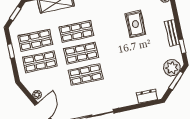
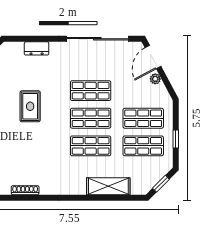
rug: (135, 24) -> (30, 106), moved
dresser: (147, 96) -> (37, 48), moved

